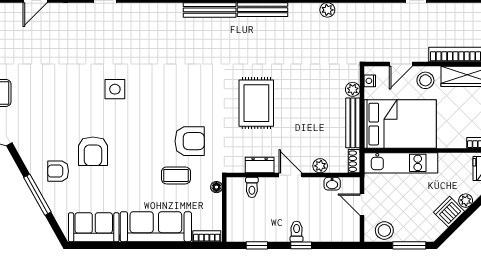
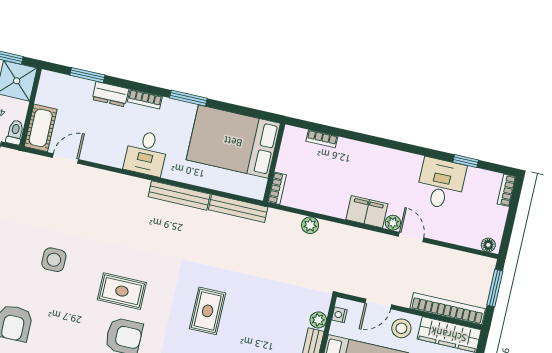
rug: (179, 103) -> (122, 291), added
rug: (256, 103) -> (208, 311), width x0.73, depth x0.70

